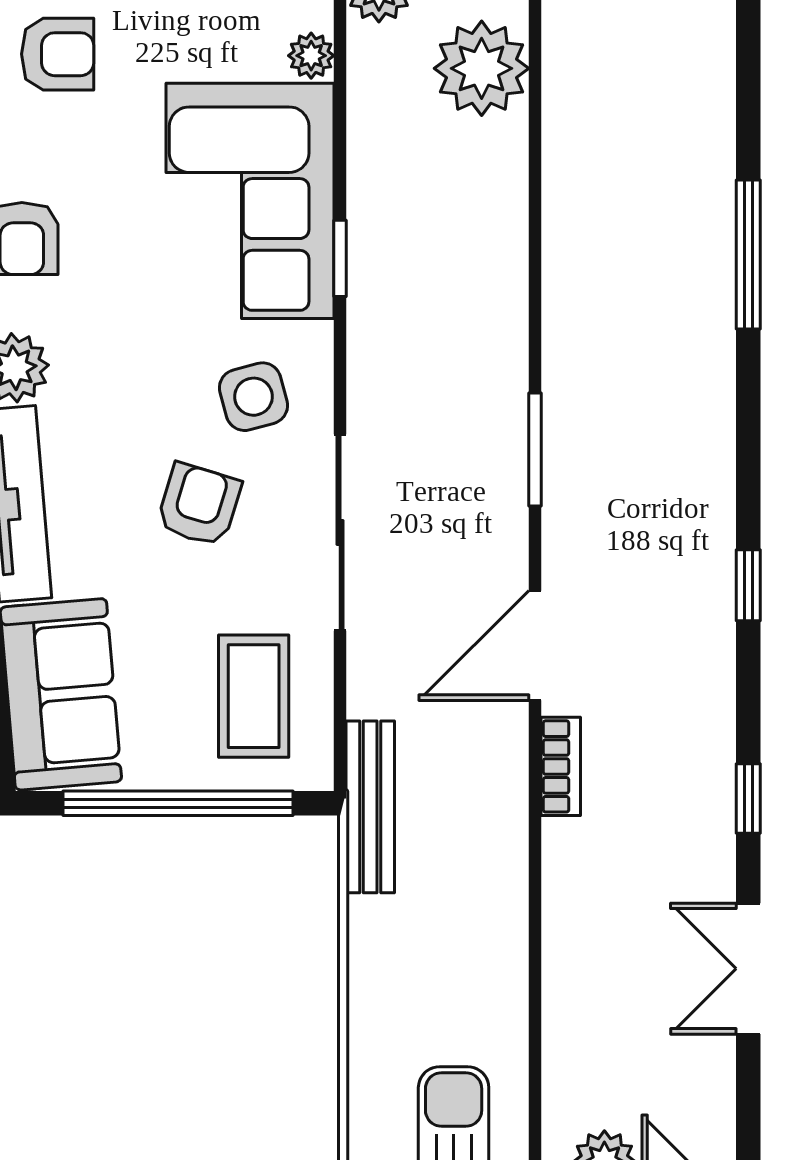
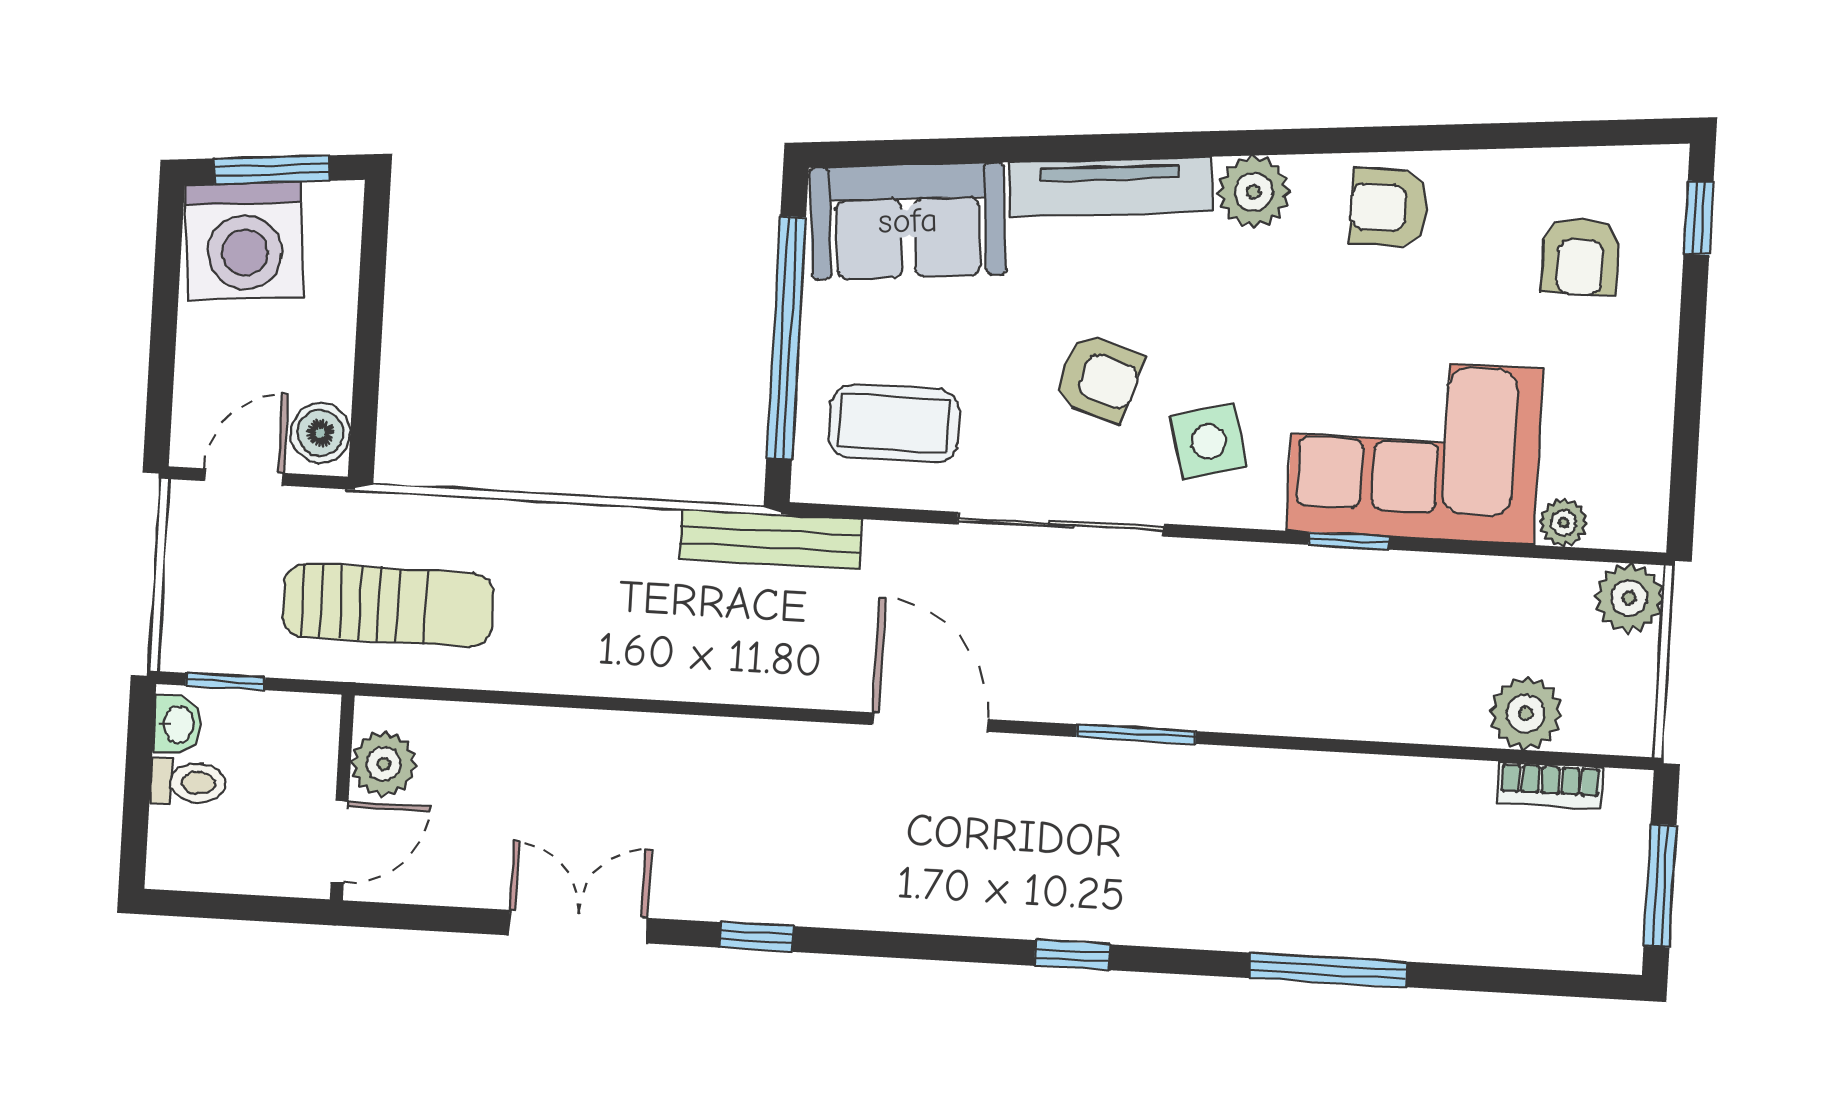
plant: (482, 68) -> (1526, 713), width x0.73, depth x0.73
window: (748, 585) -> (1072, 955), moved
bookcase: (561, 766) -> (1550, 785), moved

